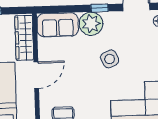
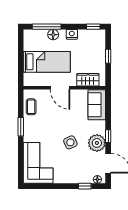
plant: (91, 24) -> (97, 143), moved
wardrobe: (24, 38) -> (88, 80), width x0.67

